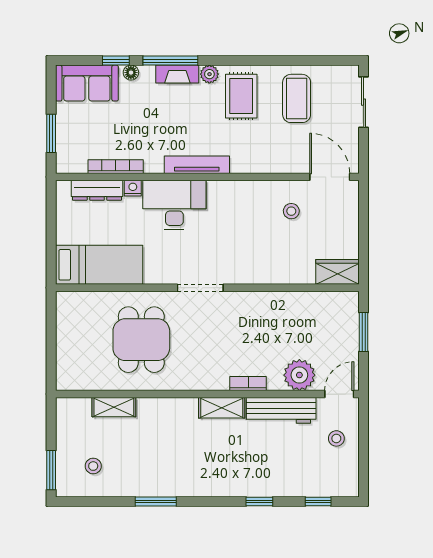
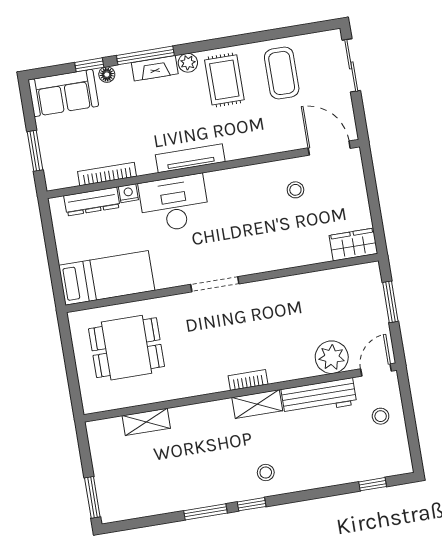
dining table: (141, 340) -> (127, 348), moved, turned 90
bookcase: (248, 383) -> (248, 380), moved
stool: (93, 466) -> (266, 472), moved
window: (259, 502) -> (252, 504), moved

